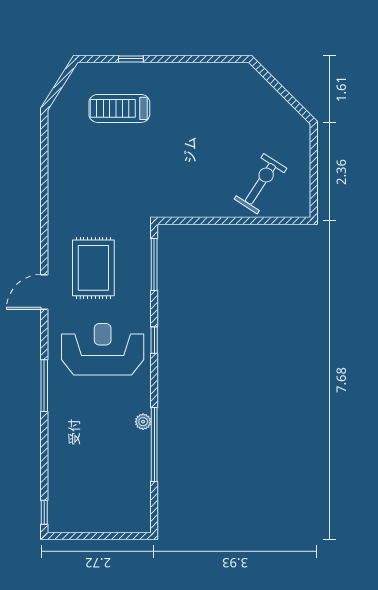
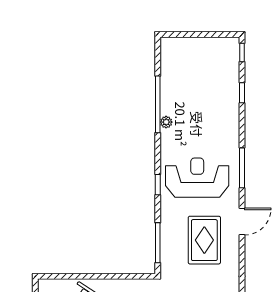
reception desk: (103, 349) -> (197, 178), turned 180
window: (44, 386) -> (242, 168), moved
window: (44, 460) -> (242, 93), added

